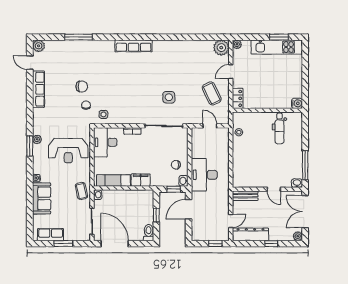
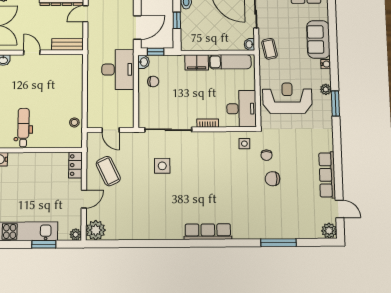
window: (279, 37) -> (44, 244), moved
plant: (37, 139) -> (326, 89), moved

